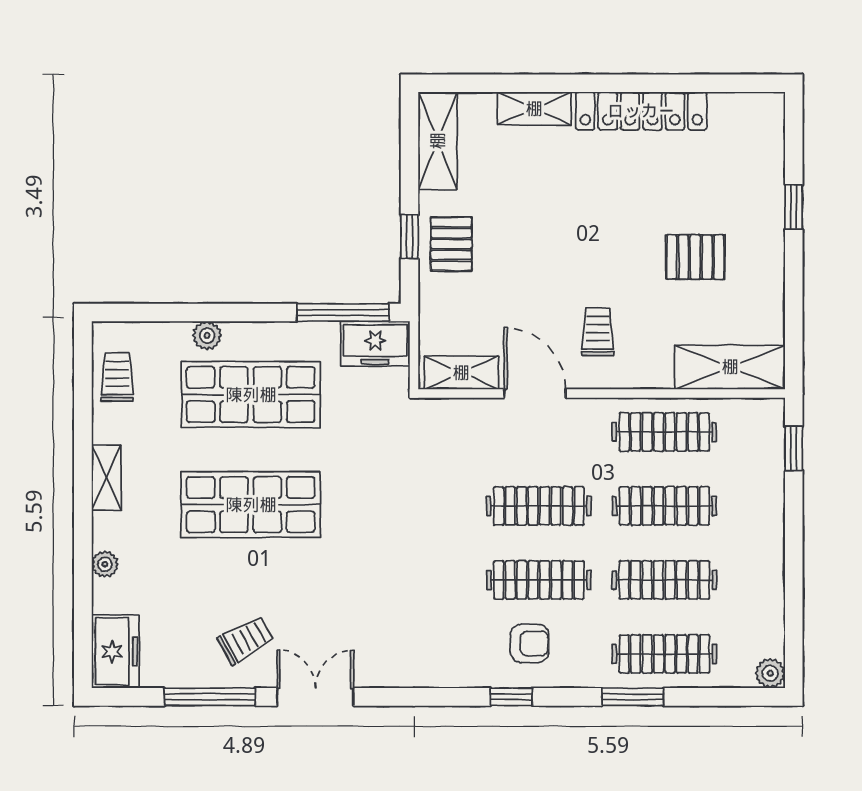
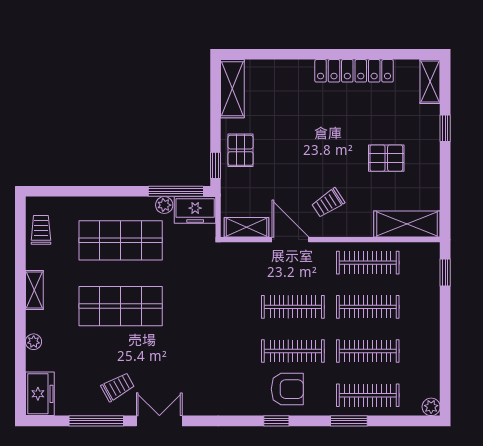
shelving: (534, 109) -> (430, 82), moved, turned 90
window: (409, 237) -> (216, 165), moved
trolley: (598, 332) -> (328, 203), turned -123
plant: (207, 336) -> (164, 205), moved
armchair: (529, 644) -> (287, 389), width x1.38, depth x1.38

